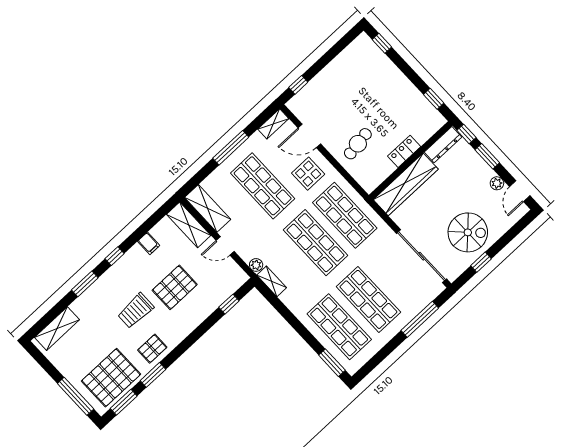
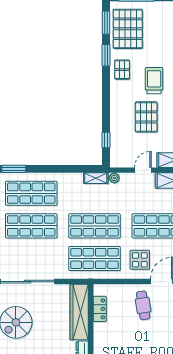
cafe table: (358, 144) -> (143, 305), moved
locker: (404, 151) -> (100, 309), moved

